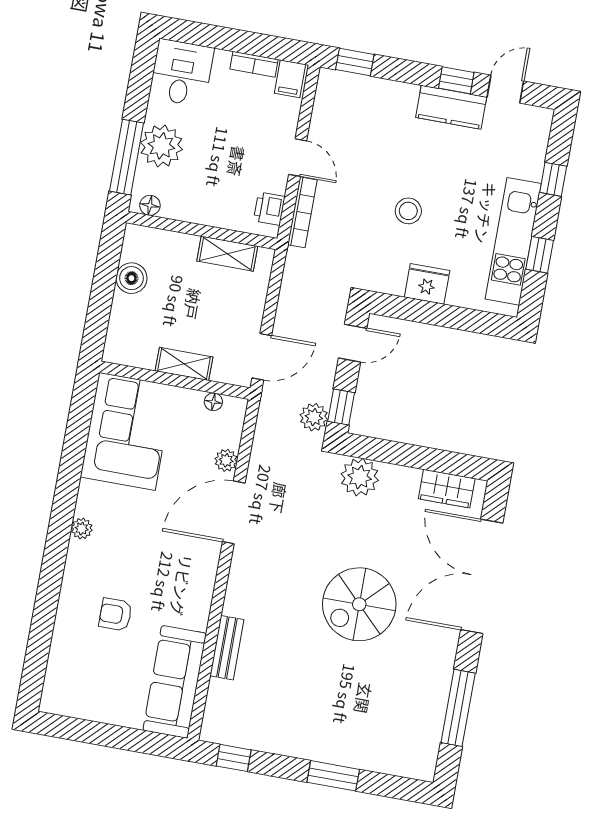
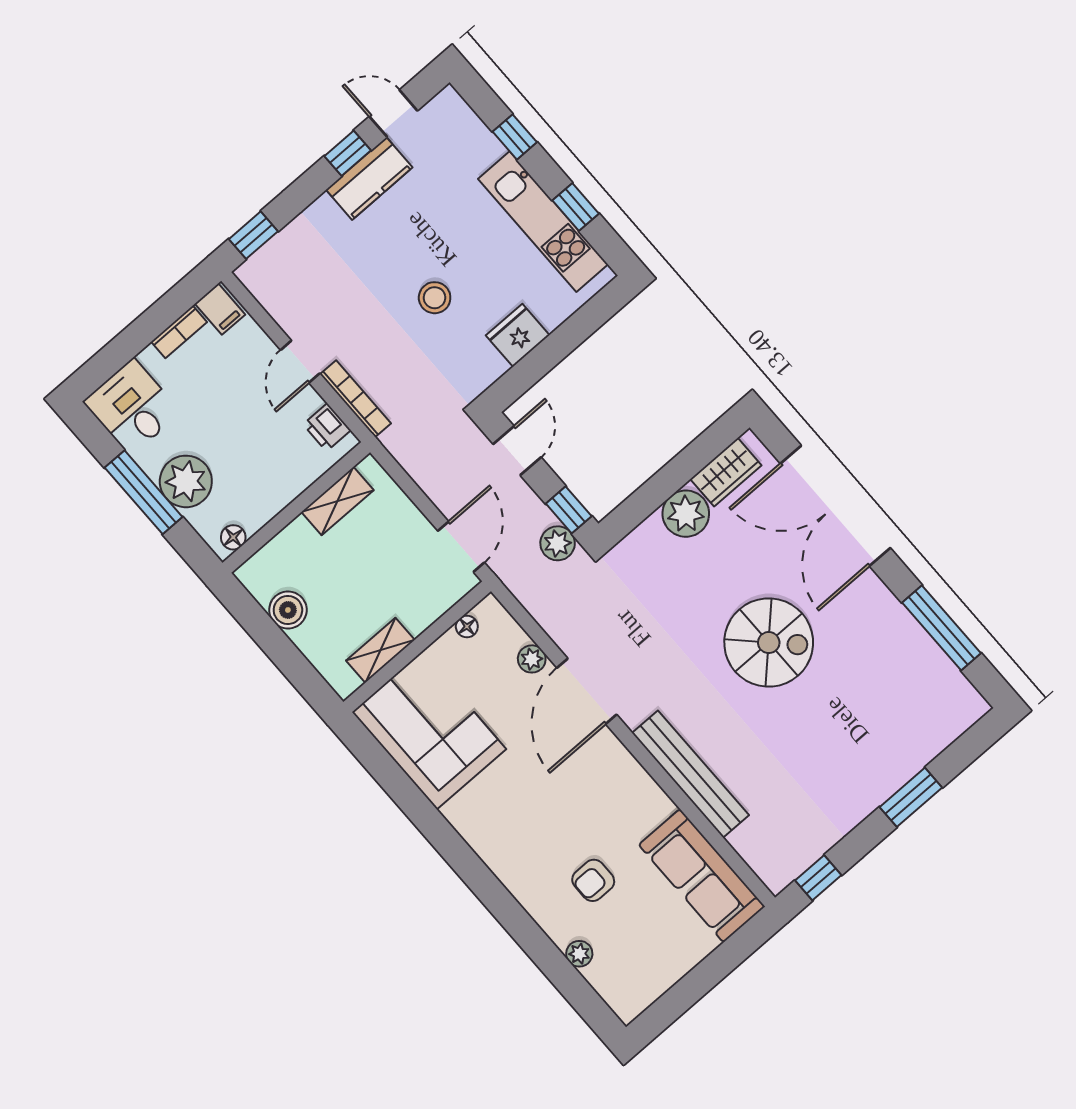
door: (505, 89) -> (393, 114), hinge flipped
window: (127, 157) -> (144, 492), moved
door: (298, 158) -> (300, 362), swing flipped
shelving: (184, 364) -> (380, 650), moved
plant: (360, 477) -> (686, 514), moved
plant: (82, 529) -> (579, 954), moved
spiral stairs: (359, 604) -> (769, 643), turned -90
bench: (227, 648) -> (690, 774), width x1.86, depth x1.21

